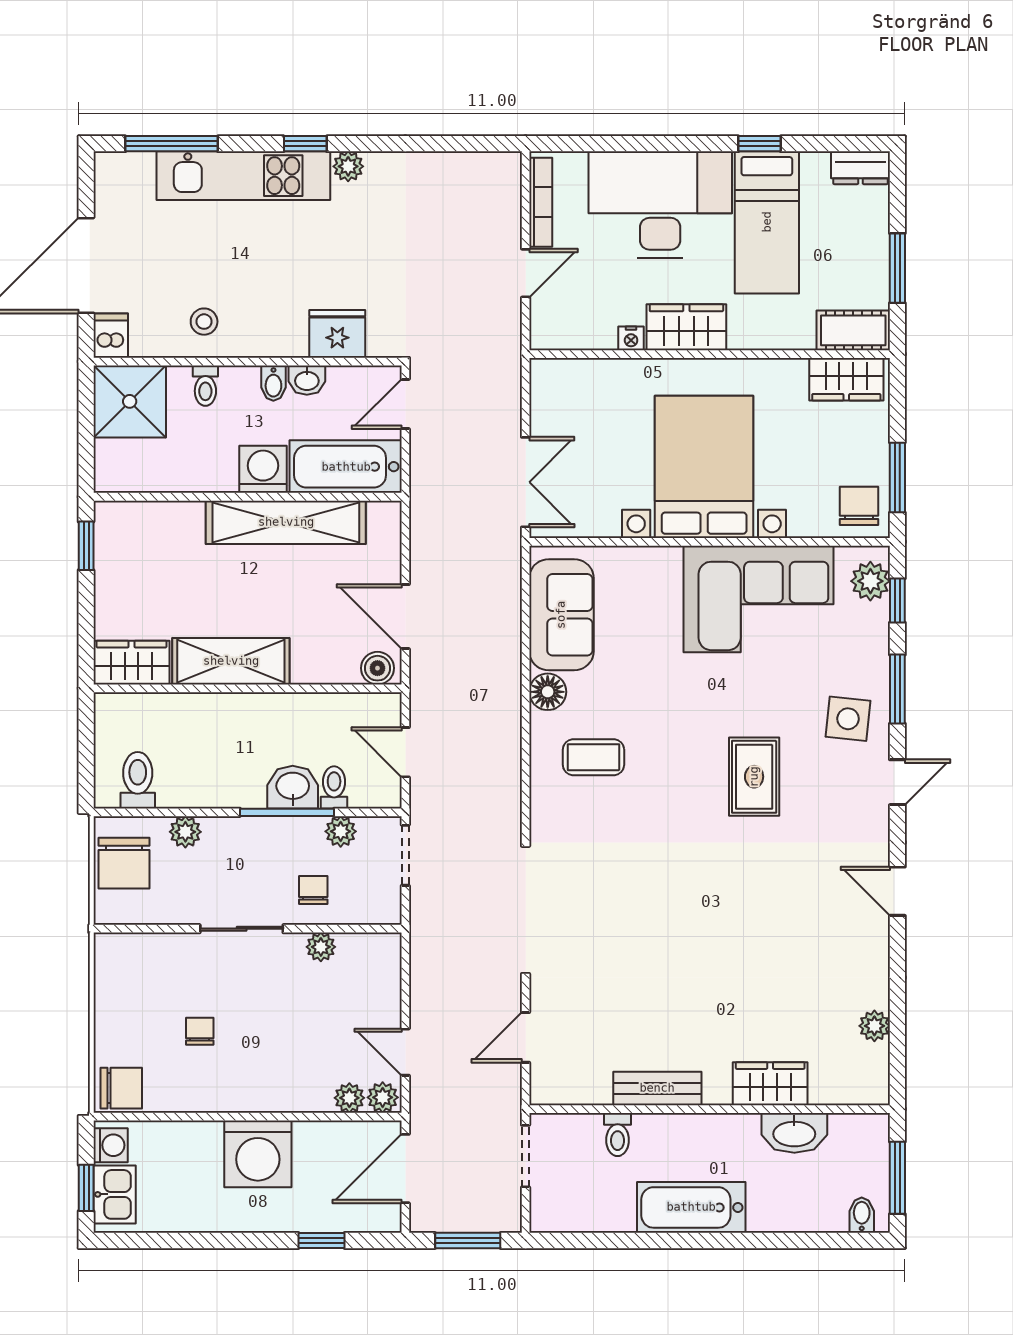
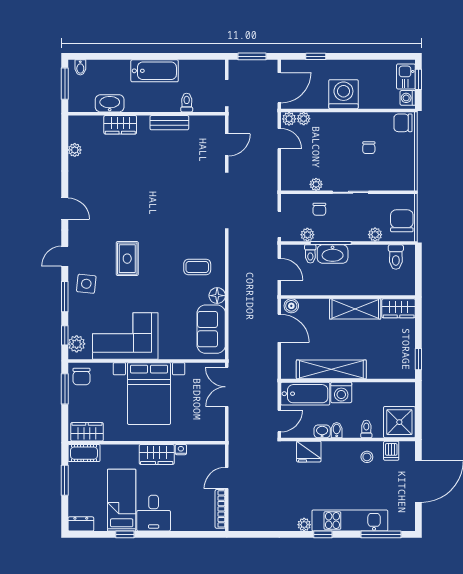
desk: (660, 205) -> (154, 513), width x0.53, depth x0.77
dishwasher: (111, 336) -> (391, 451), moved
washbasin: (293, 787) -> (333, 254), width x1.38

